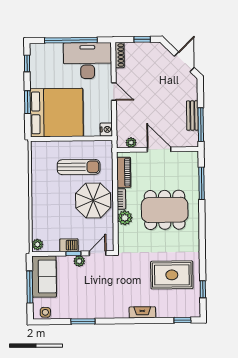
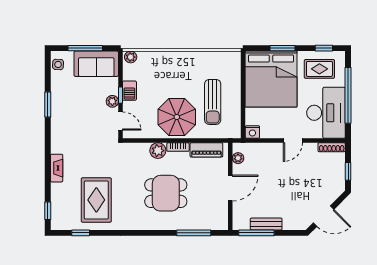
rug: (46, 67) -> (319, 69), added
dining table: (165, 210) -> (166, 193), width x0.73

